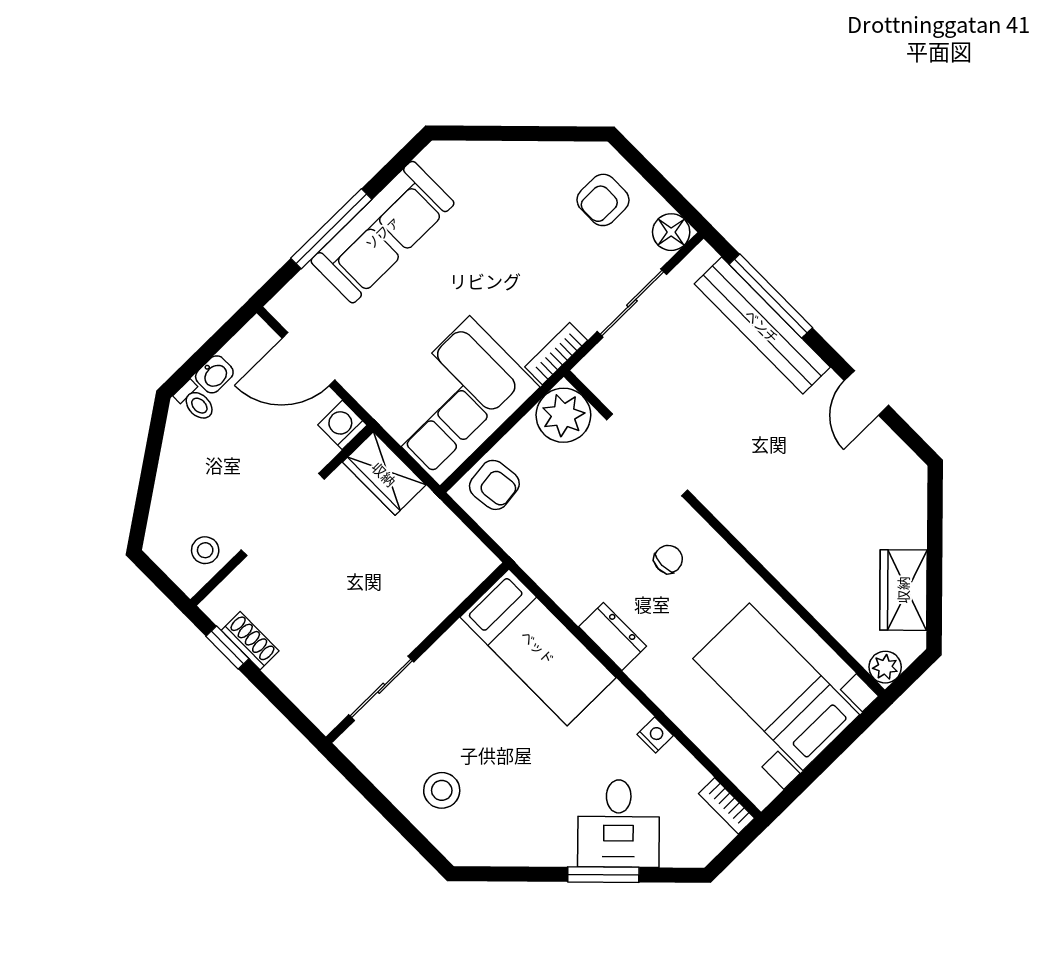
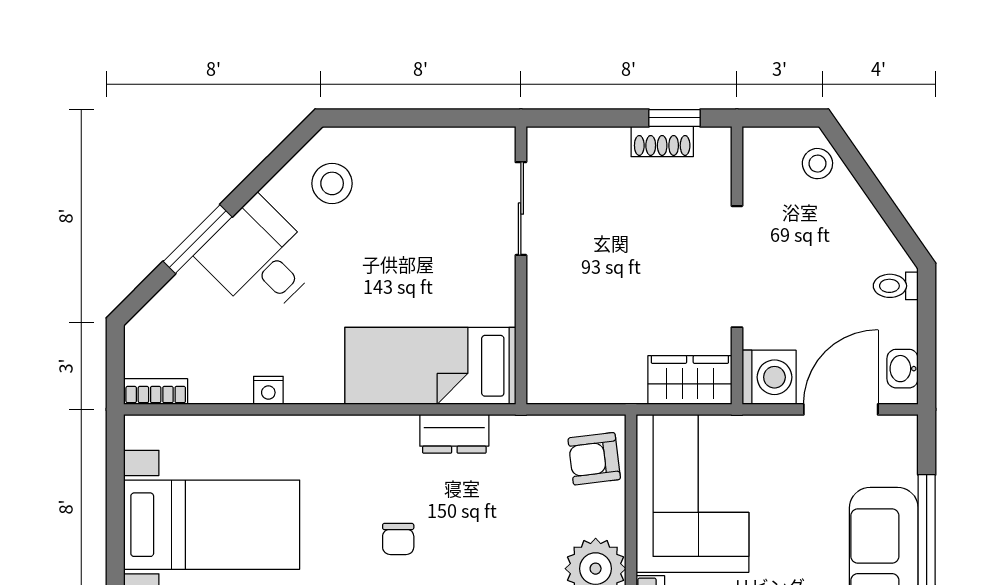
washbasin: (214, 374) -> (903, 369), moved
washing machine: (342, 425) -> (769, 377), width x1.38, depth x1.38
stool: (205, 550) -> (817, 164), moved
dresser: (613, 636) -> (454, 434), moved
stool: (442, 790) -> (332, 183), moved
desk: (619, 823) -> (260, 258), moved

